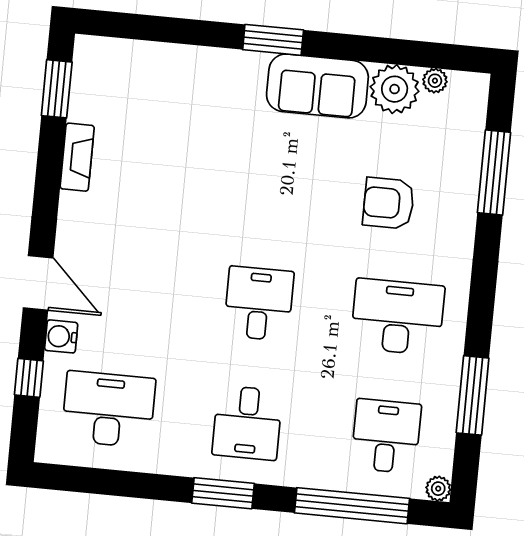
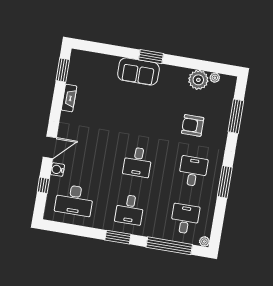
sofa: (317, 86) -> (138, 71), moved
door: (38, 283) -> (50, 147), hinge flipped
desk: (259, 304) -> (138, 162), turned 180
desk: (398, 317) -> (193, 171), width x0.73
window: (473, 395) -> (225, 182), moved
desk: (108, 409) -> (74, 200), turned 180

